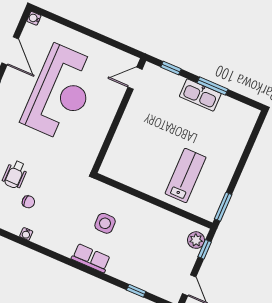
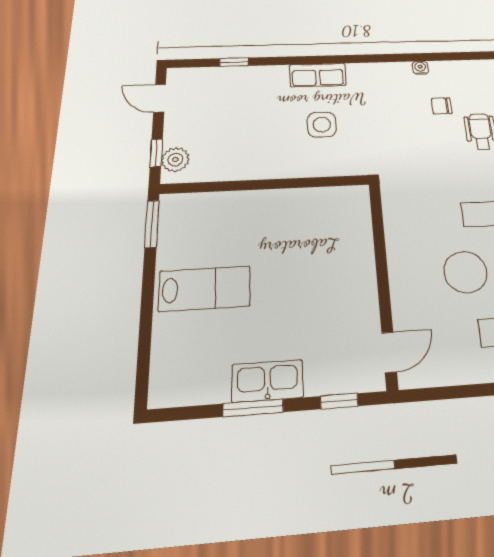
lab bench: (186, 175) -> (205, 289), moved, turned -90

